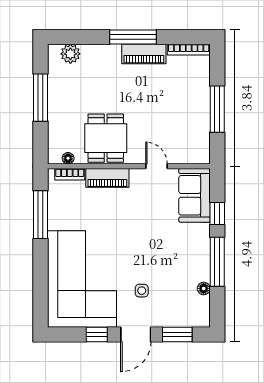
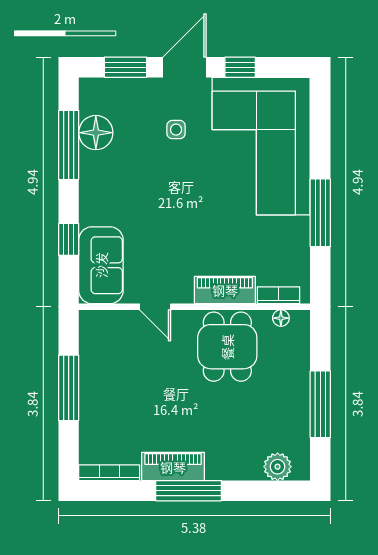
window: (40, 215) -> (320, 213), moved
window: (217, 262) -> (69, 145), moved
floor lamp: (204, 288) -> (96, 133), width x1.89, depth x1.89

